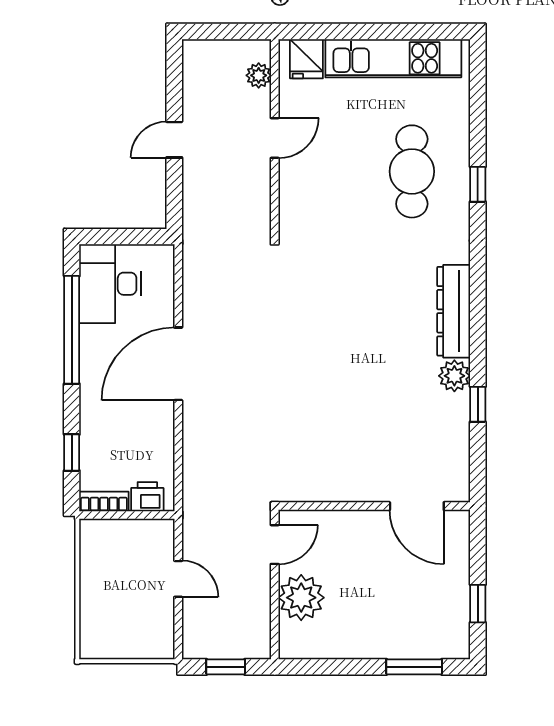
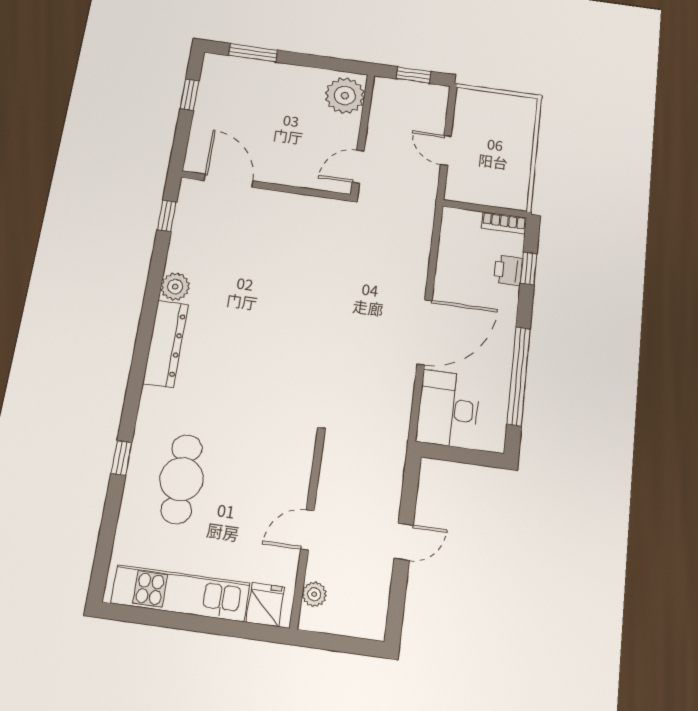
desk: (110, 284) -> (448, 409), moved, turned 180
window: (478, 404) -> (167, 216), moved
printer: (147, 497) -> (508, 270), moved, turned 90
plant: (301, 598) -> (345, 96), moved

